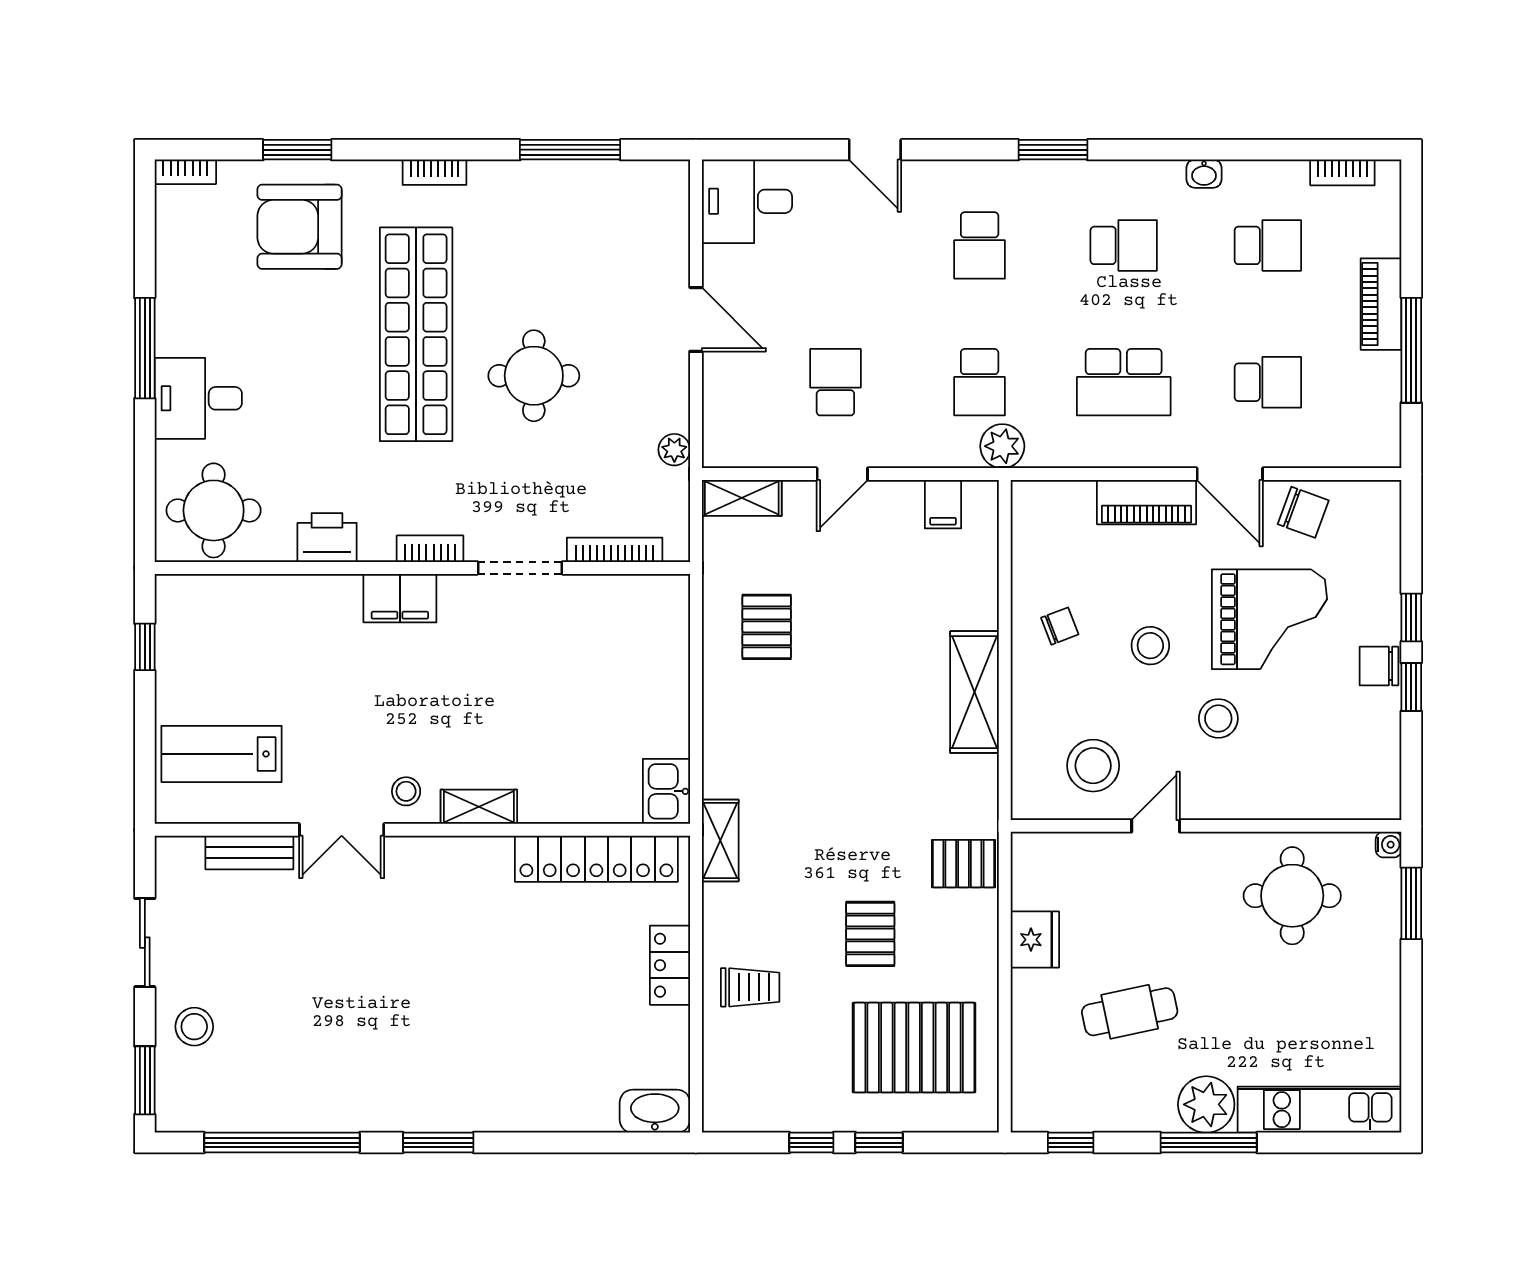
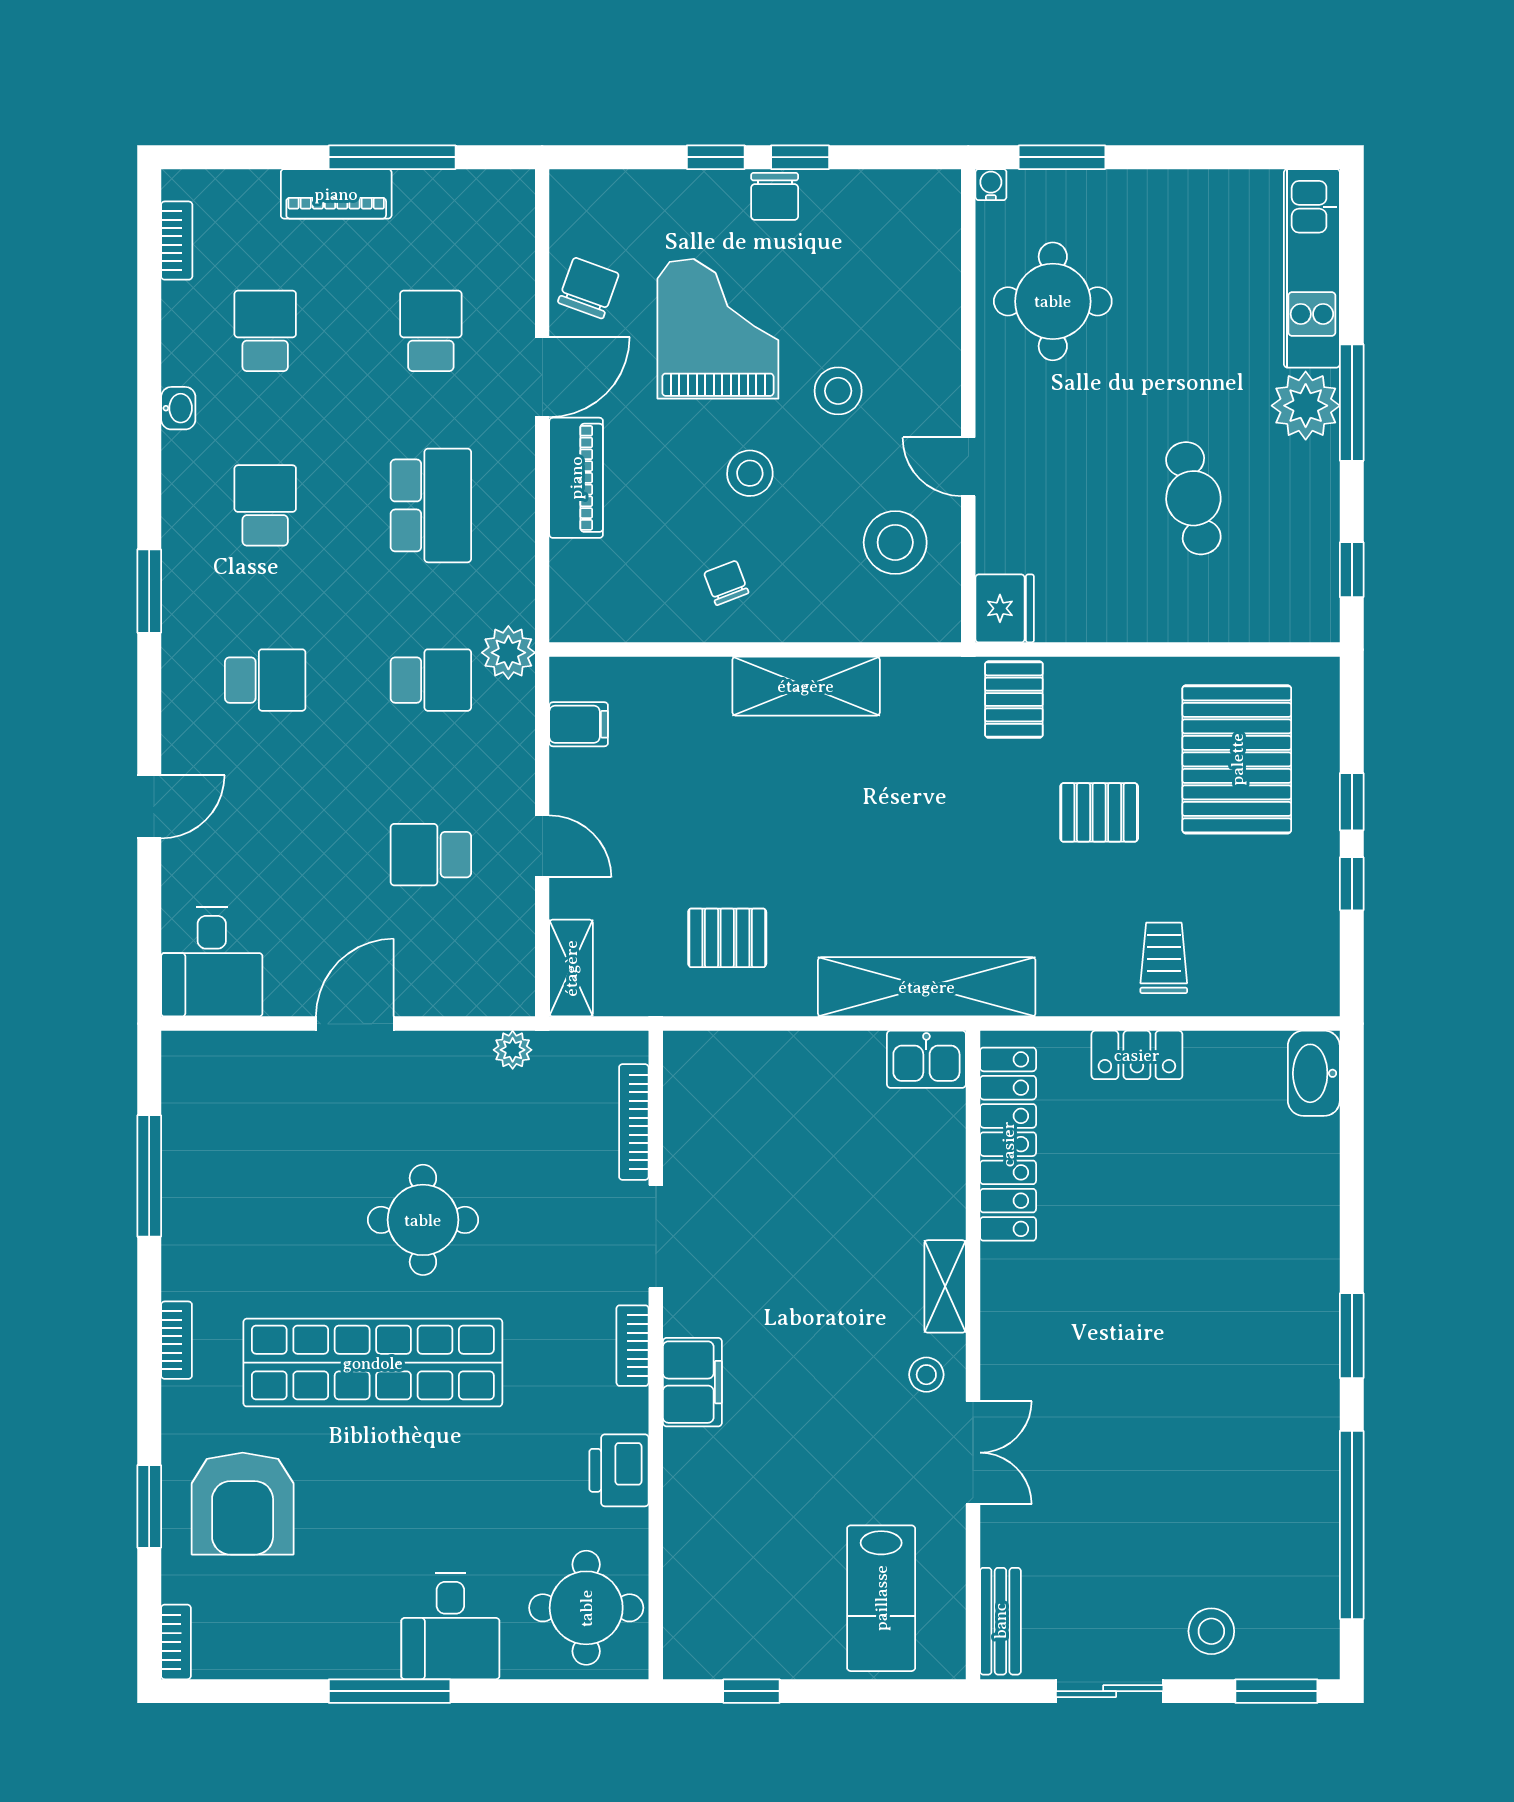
shelving: (720, 841) -> (927, 987), width x2.20, depth x1.33
bench: (249, 853) -> (1000, 1621), moved
fridge: (1035, 940) -> (1005, 608), moved, turned 90

